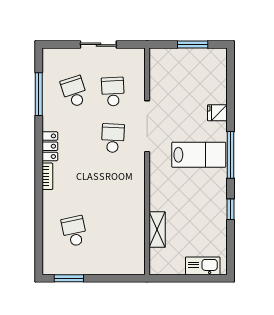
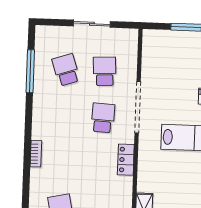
locker: (50, 146) -> (126, 160), moved, turned 180

